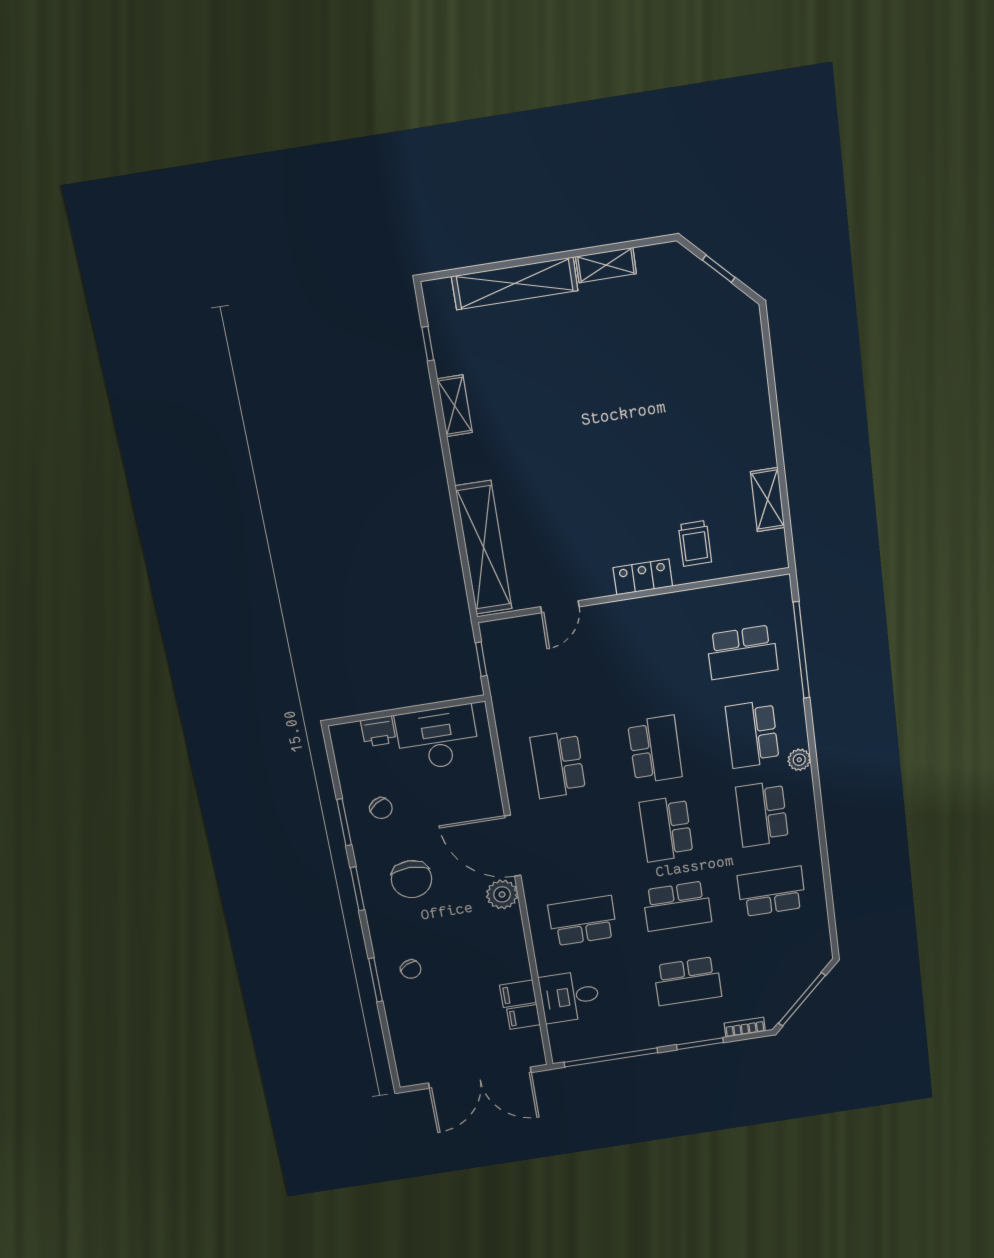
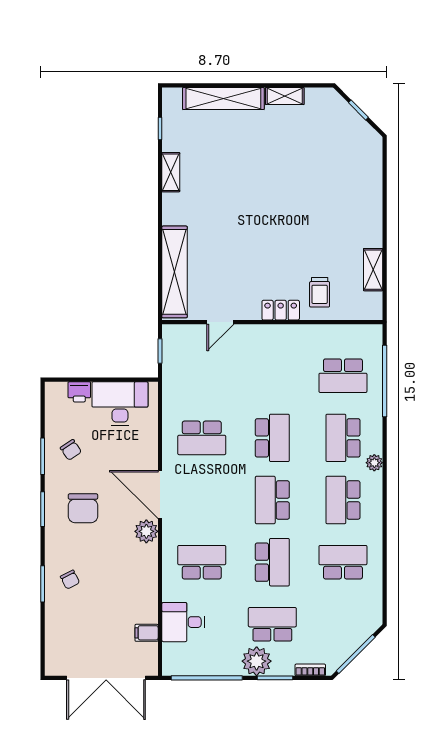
school desk: (558, 765) -> (202, 438), turned -90
school desk: (677, 906) -> (272, 562), turned -90
school desk: (688, 981) -> (272, 624), turned 180
filing cabinet: (518, 994) -> (145, 613), removed
plant: (673, 1028) -> (257, 661), added

